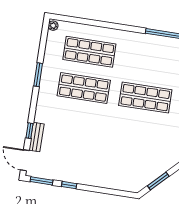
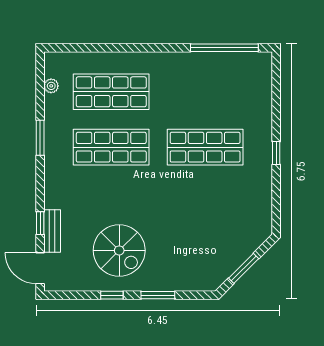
plant: (53, 26) -> (51, 86), moved
spiral stairs: (78, 157) -> (119, 250), added
window: (41, 181) -> (158, 295), moved

